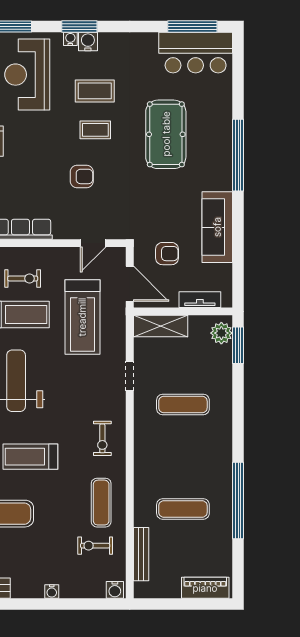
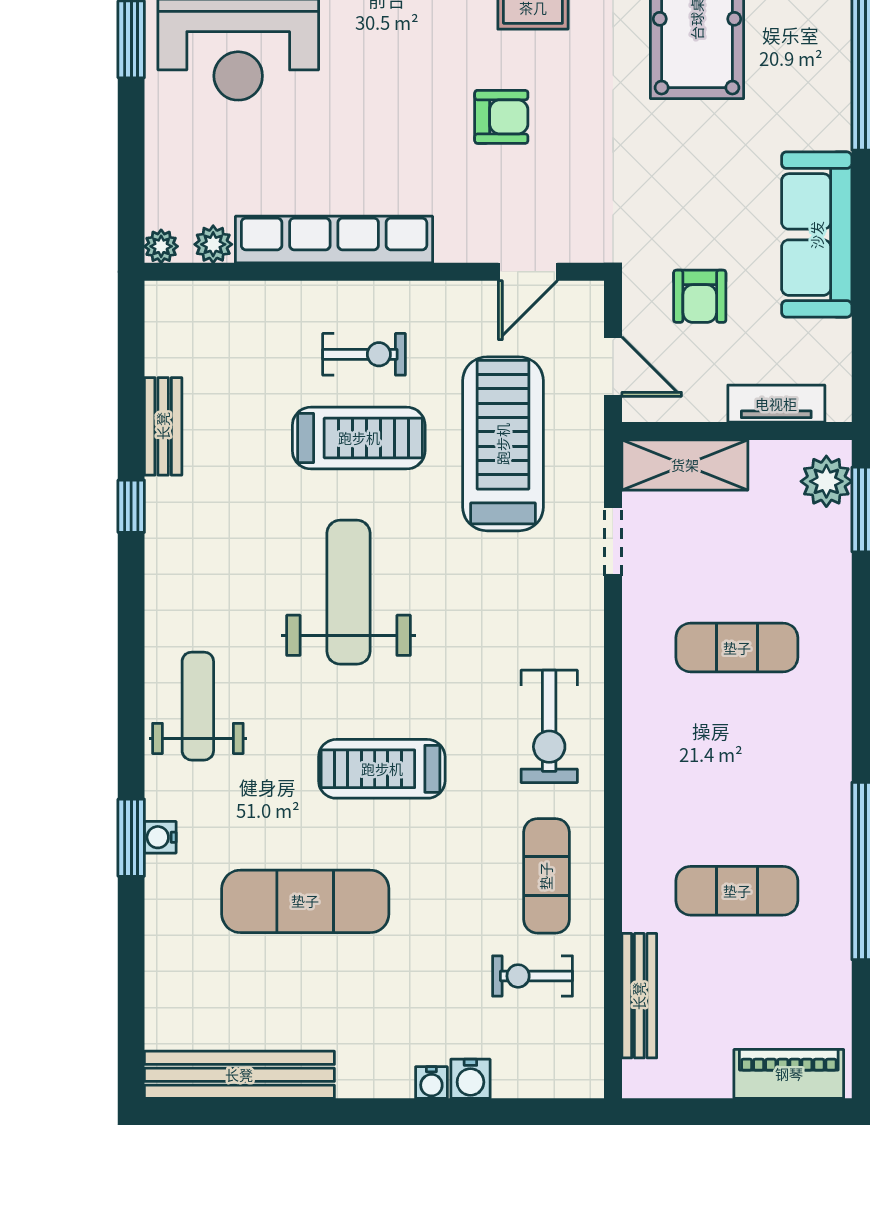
armchair: (167, 254) -> (700, 296), turned 90
door: (130, 284) -> (613, 367), width x0.73
treadmill: (82, 317) -> (503, 444), turned 180
doorway: (130, 376) -> (613, 541), moved
exercise bike: (102, 438) -> (549, 726), width x1.38, depth x1.39
water cooler: (115, 590) -> (470, 1079), moved

